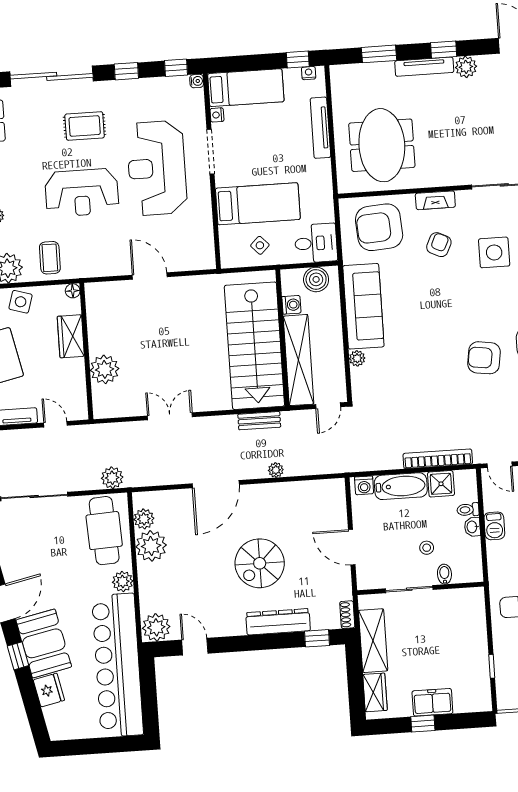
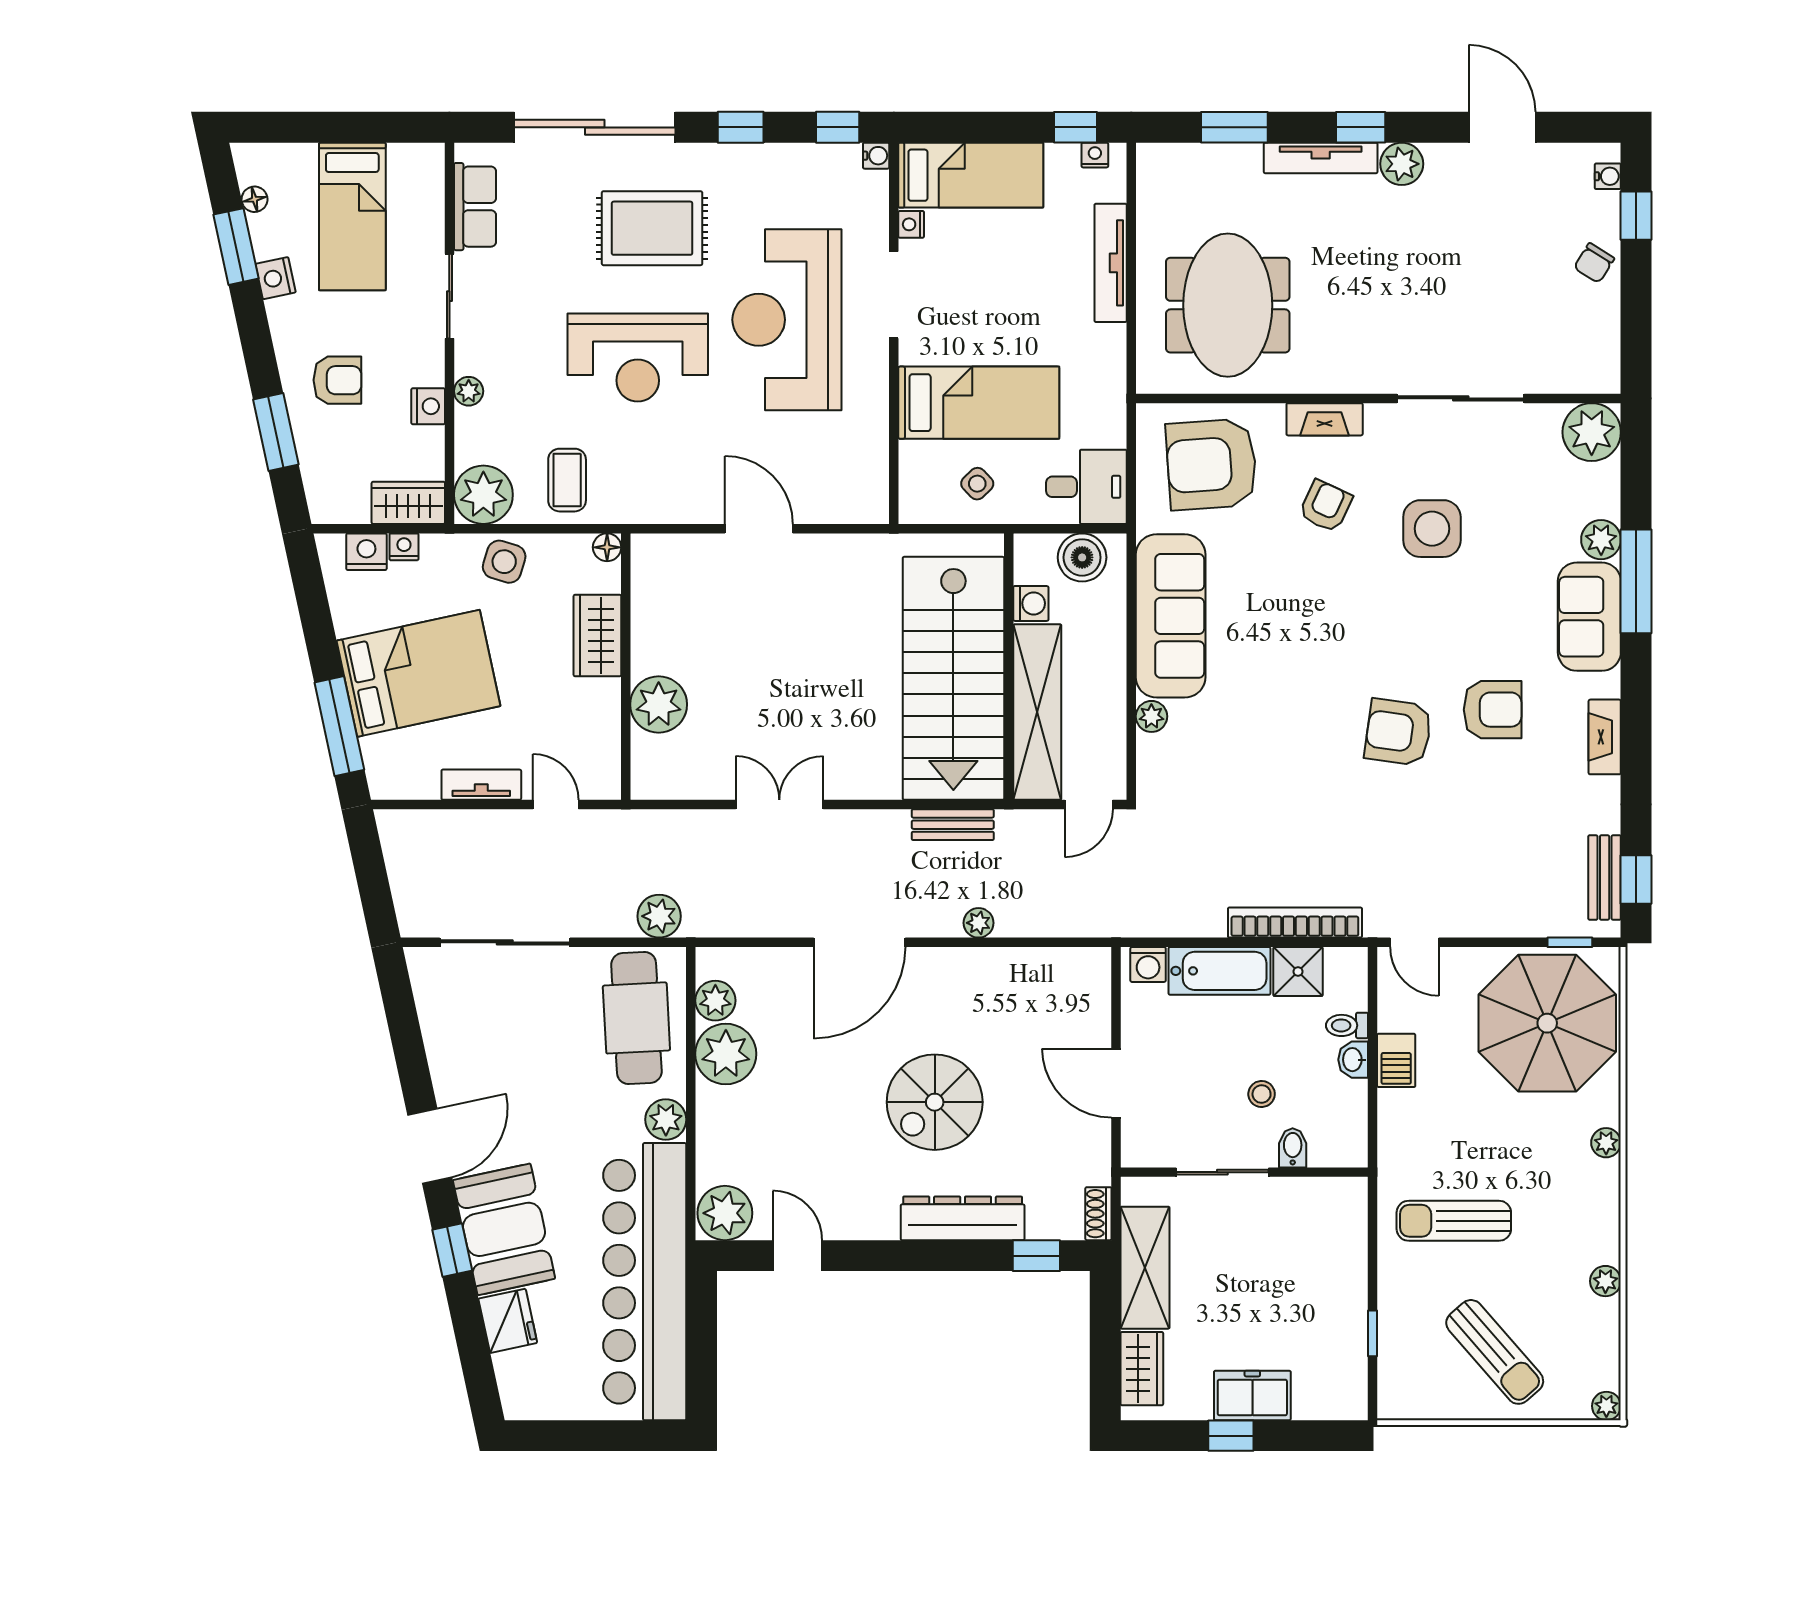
rug: (85, 126) -> (652, 228), width x1.36, depth x1.43

